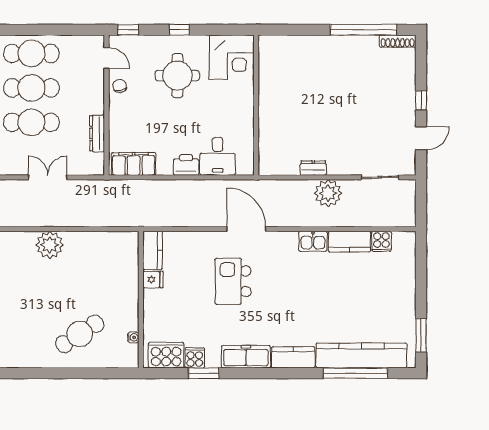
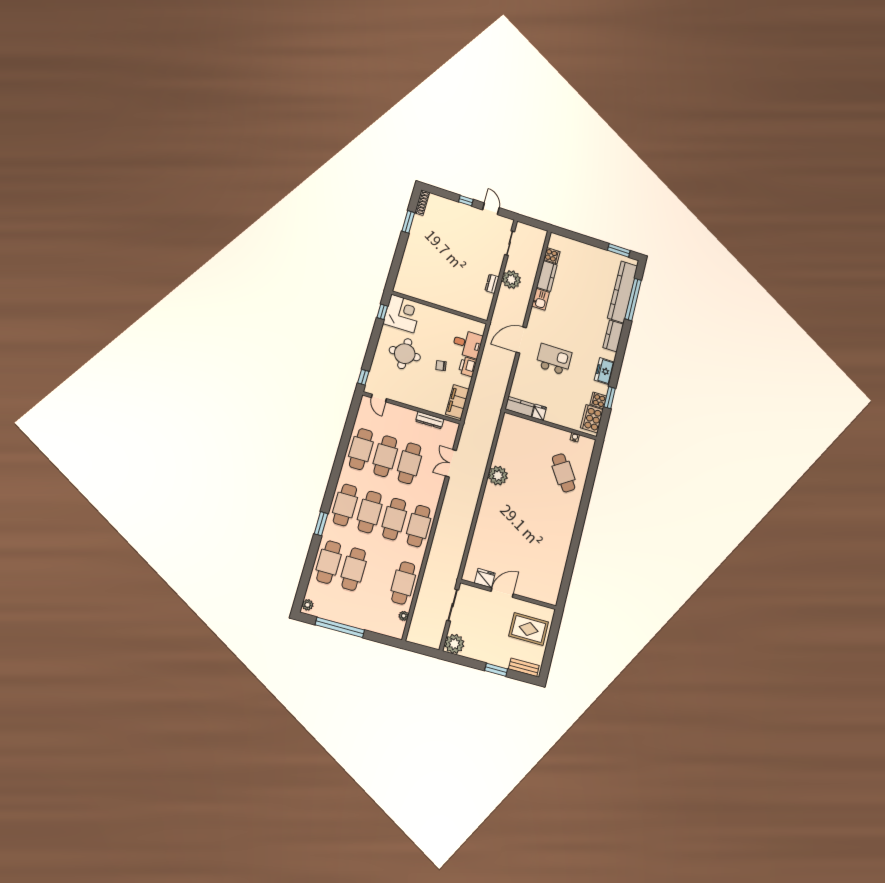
window: (179, 30) -> (382, 312), moved
window: (364, 30) -> (408, 222), width x0.47
door: (106, 58) -> (379, 398), swing flipped
chair: (120, 86) -> (441, 366), moved
kitchen island: (233, 281) -> (554, 359), turned 180
freezer: (246, 357) -> (604, 371), width x0.71

